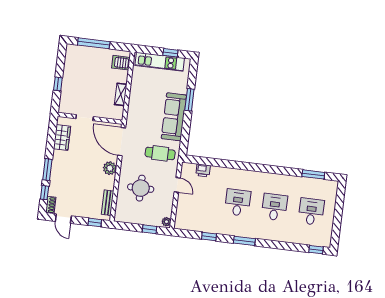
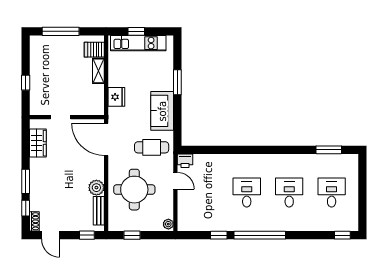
window: (170, 53) -> (136, 31), moved
shelving: (121, 94) -> (98, 71), moved
fridge: (135, 106) -> (116, 97), added
sofa: (174, 117) -> (162, 111), width x0.73
plant: (110, 168) -> (96, 188), moved
printer: (203, 170) -> (185, 161), moved
round table: (141, 188) -> (134, 190), width x1.36, depth x1.36
window: (150, 229) -> (132, 235), moved
window: (244, 241) -> (260, 235), width x2.11

